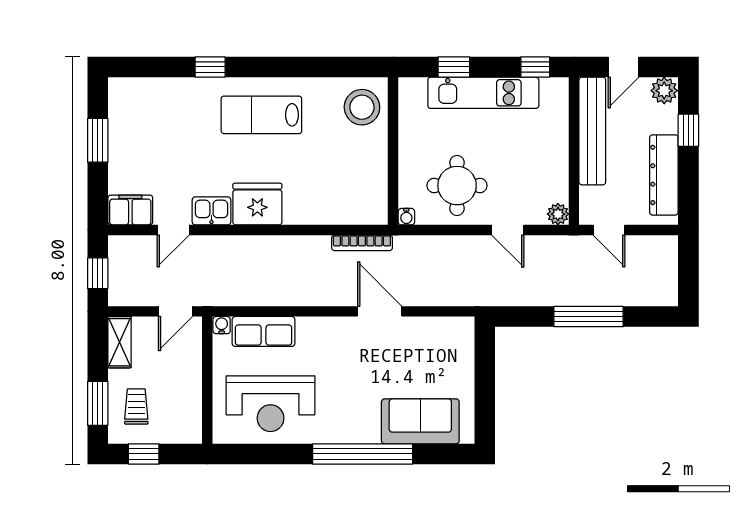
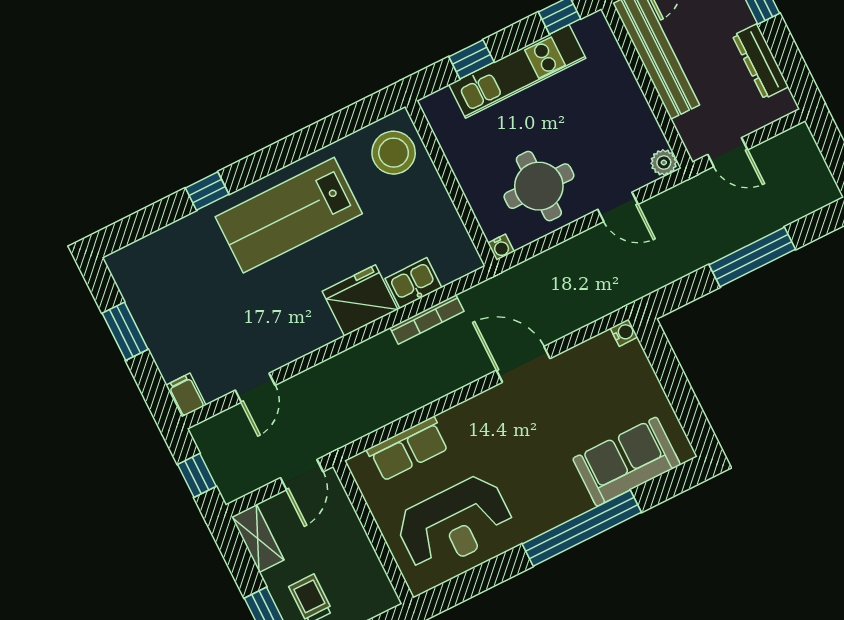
lab bench: (261, 115) -> (289, 215), width x1.36, depth x1.39
dresser: (664, 175) -> (761, 61), width x0.73, depth x0.80
fridge: (257, 204) -> (360, 300), moved
filing cabinet: (130, 210) -> (186, 395), width x0.50
kitchen sink: (211, 211) -> (413, 283), moved
bookcase: (362, 243) -> (427, 319), moved
water cooler: (222, 325) -> (624, 333), moved, turned 90

